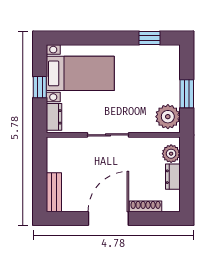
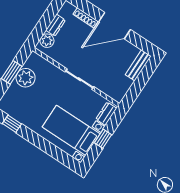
plant: (168, 117) -> (26, 78), moved

